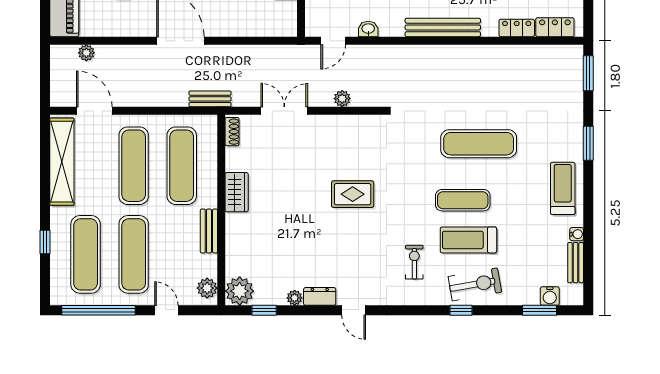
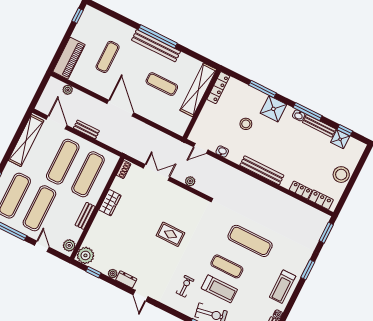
bench: (210, 99) -> (86, 129), moved
treadmill: (563, 188) -> (283, 287), turned 180
treadmill: (468, 240) -> (219, 289), turned 180

